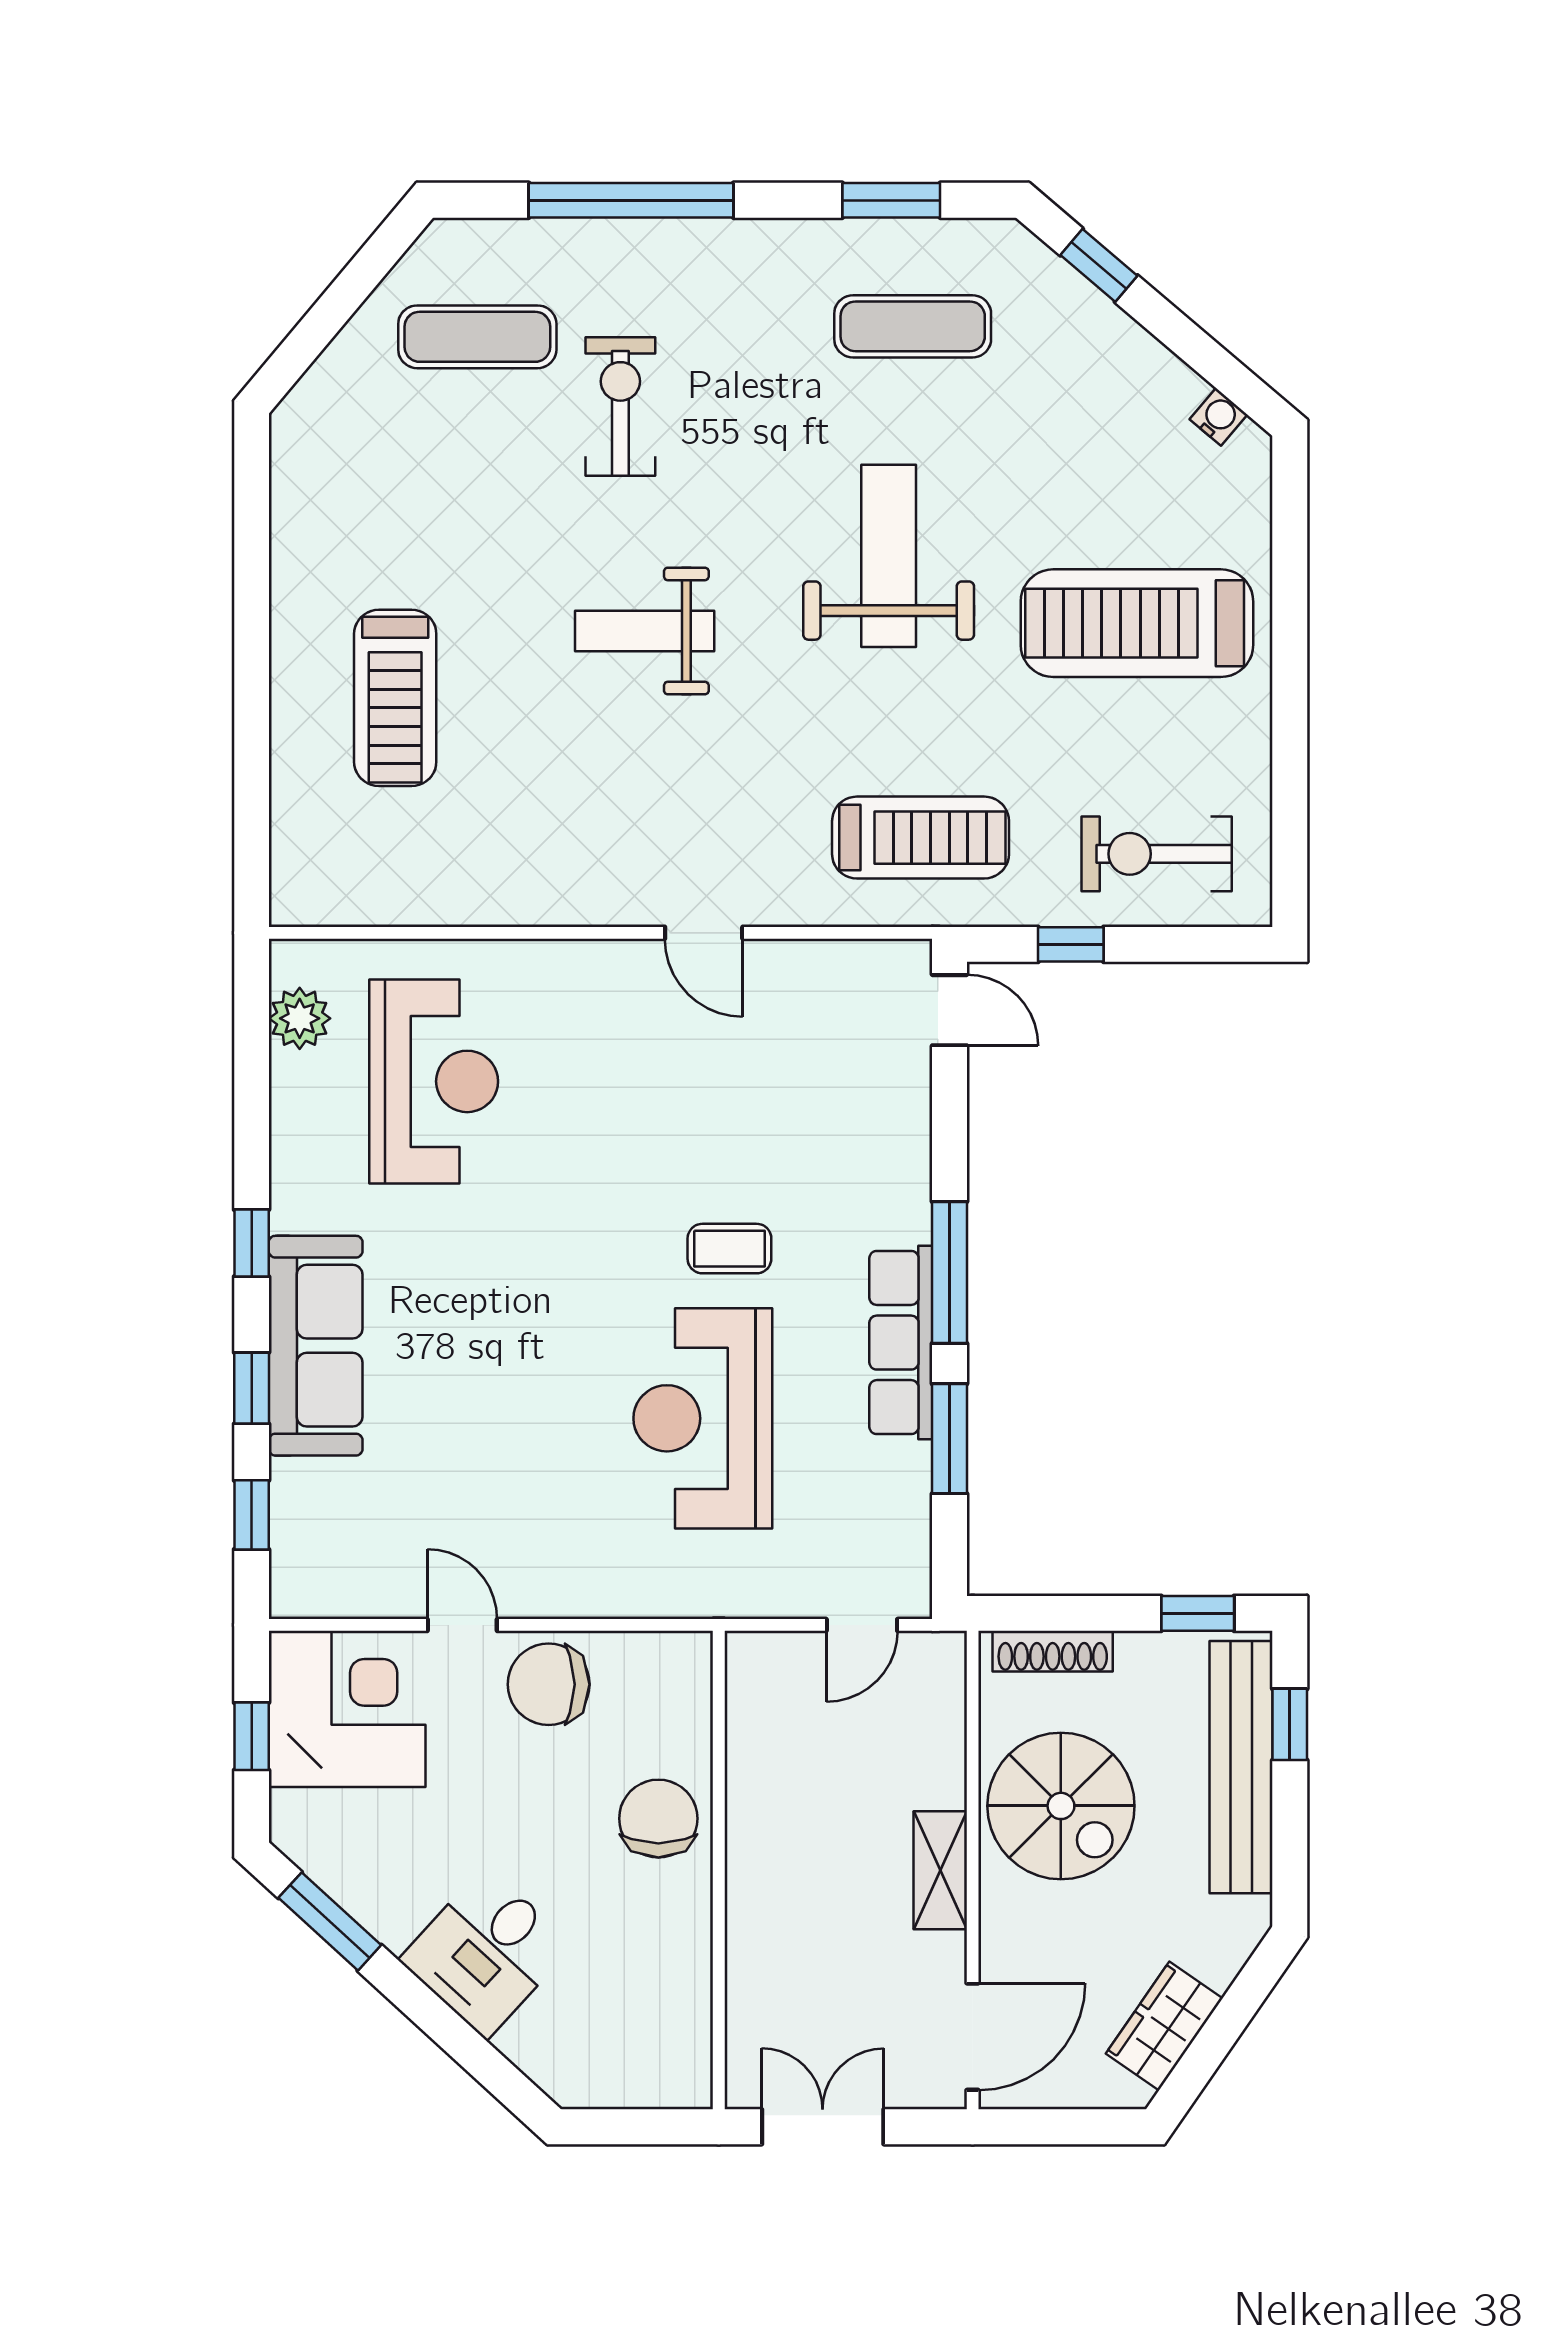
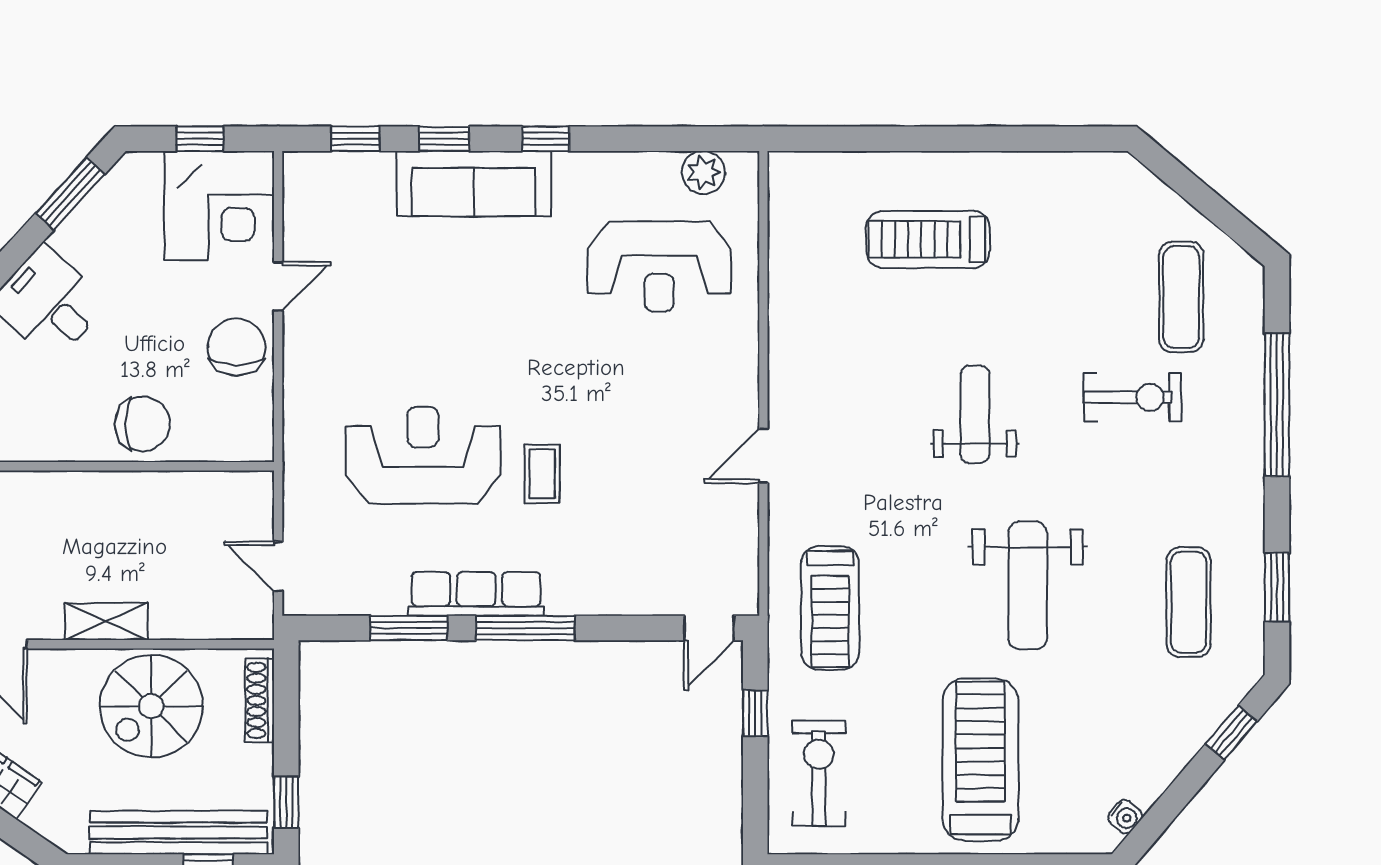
weight bench: (889, 556) -> (1028, 585), turned 90

